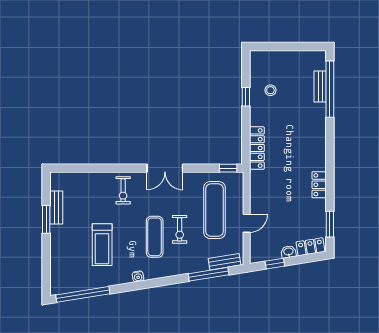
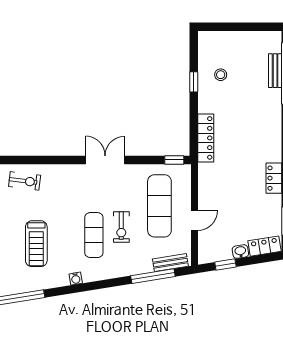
double door: (165, 168) -> (105, 160), swing flipped
exercise bike: (123, 190) -> (25, 181), moved, turned -83

